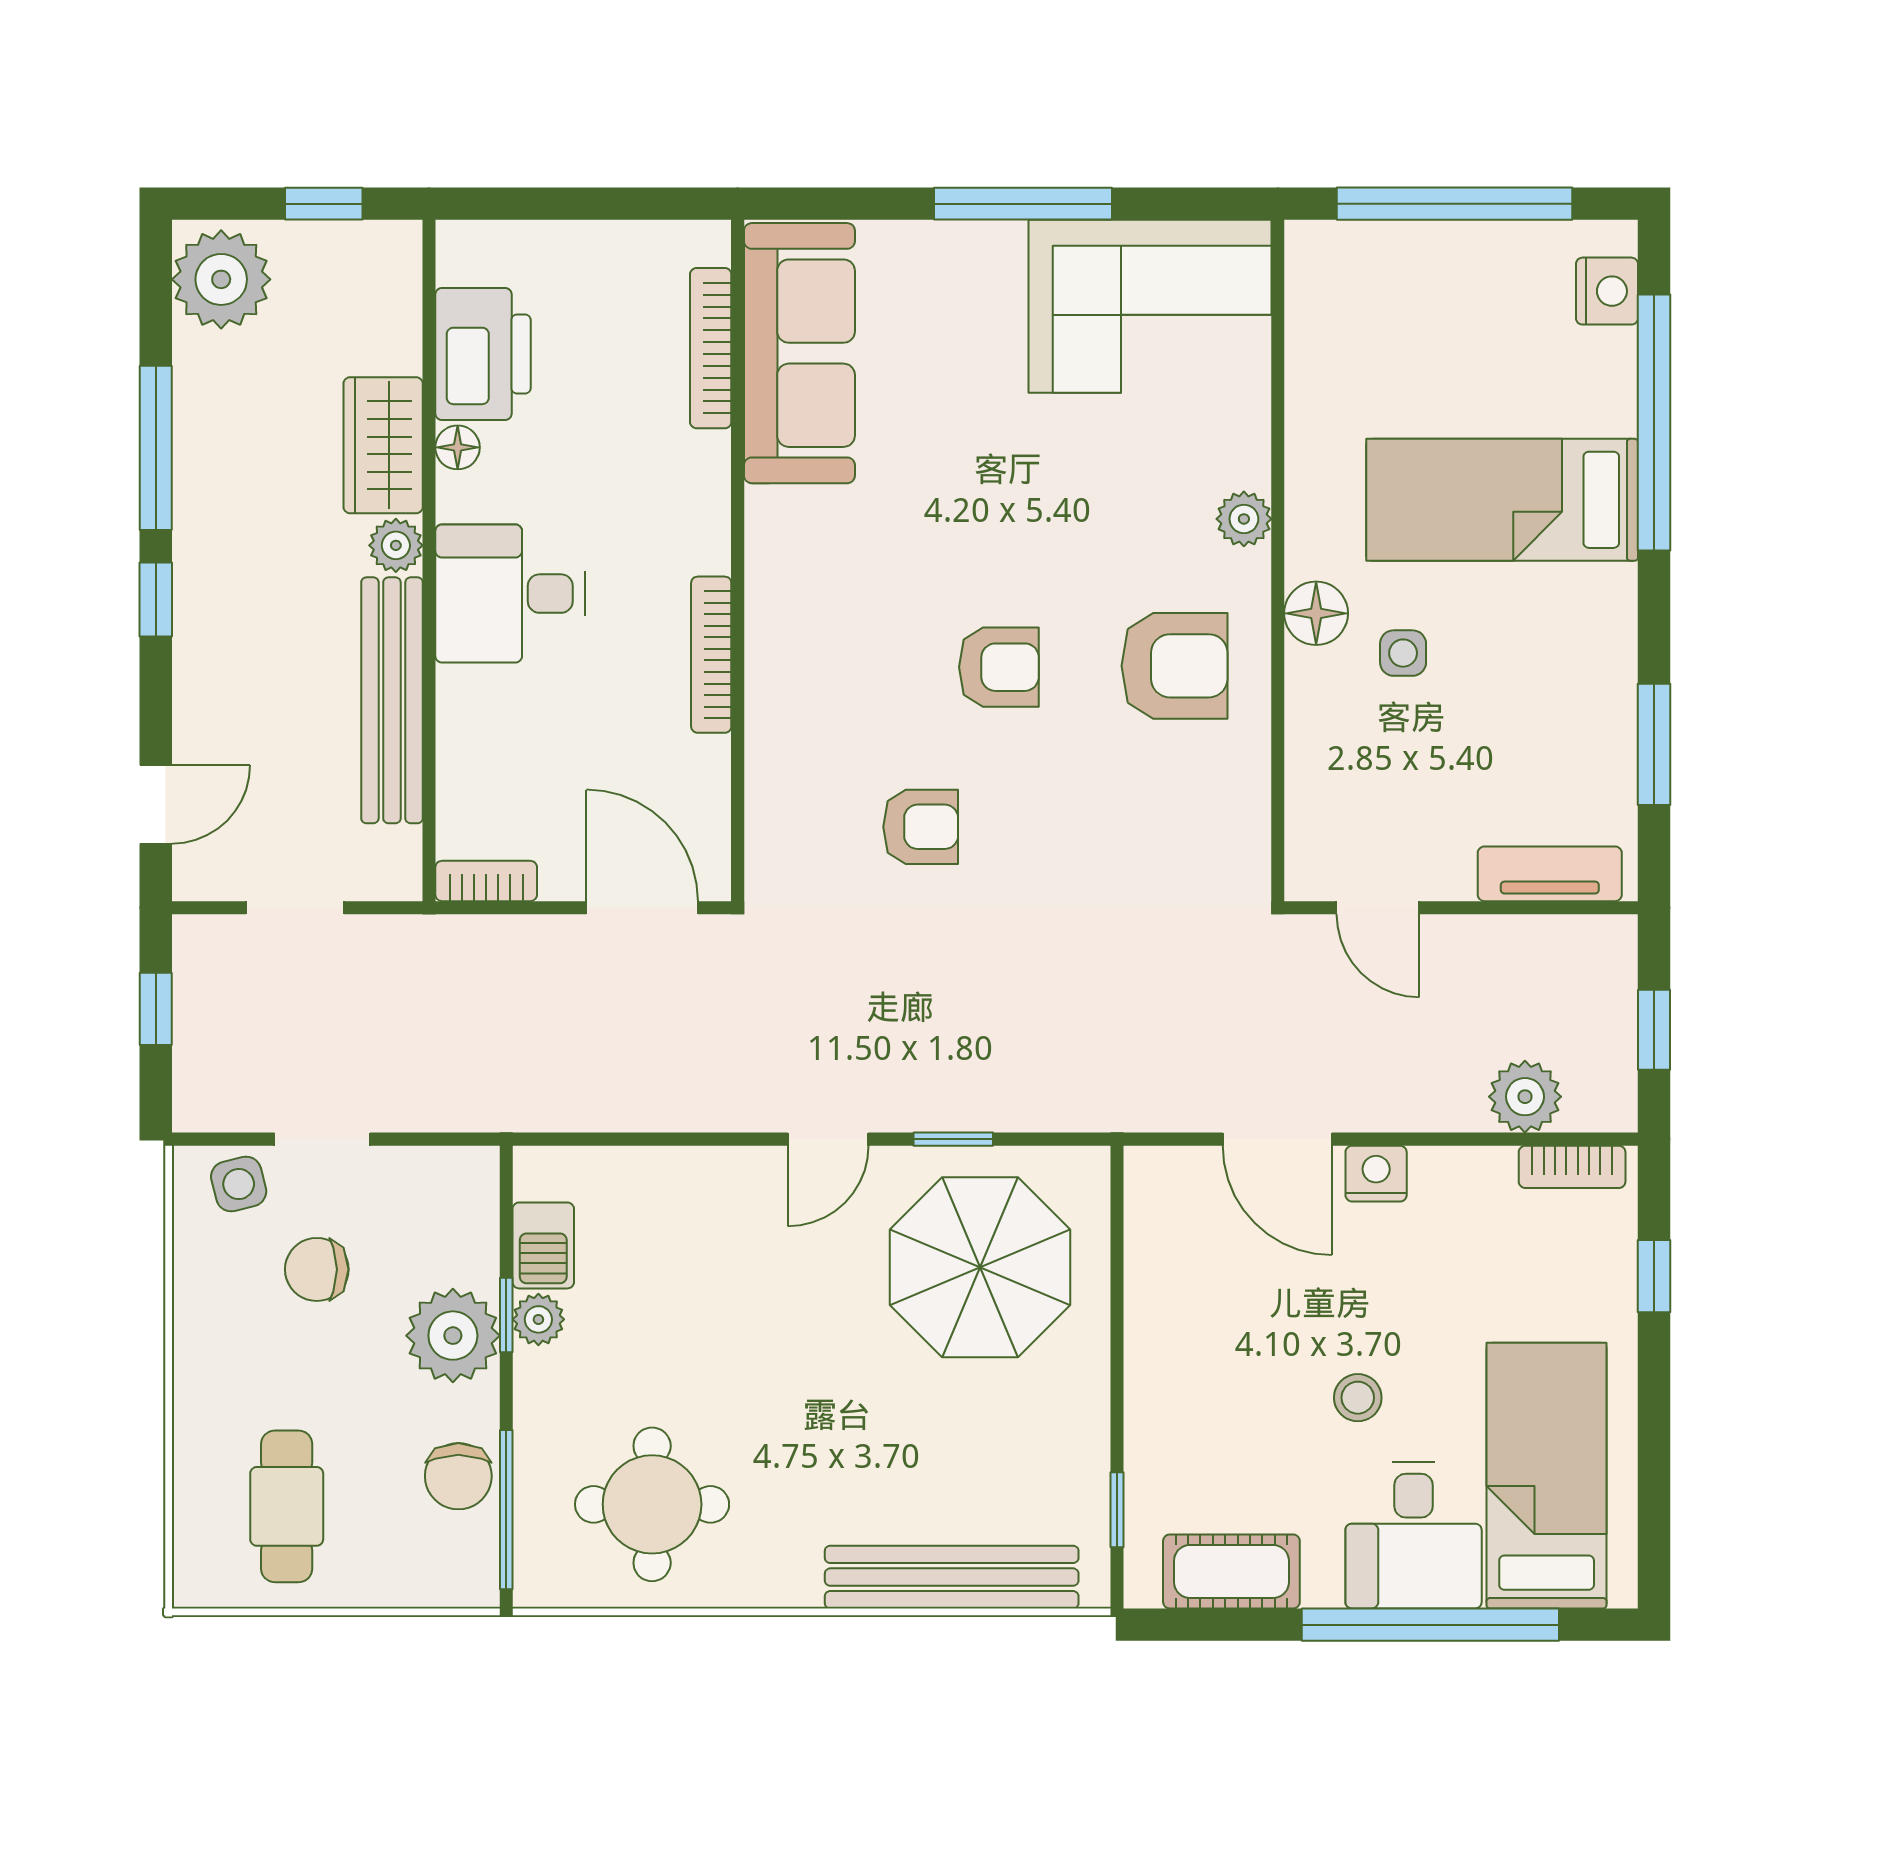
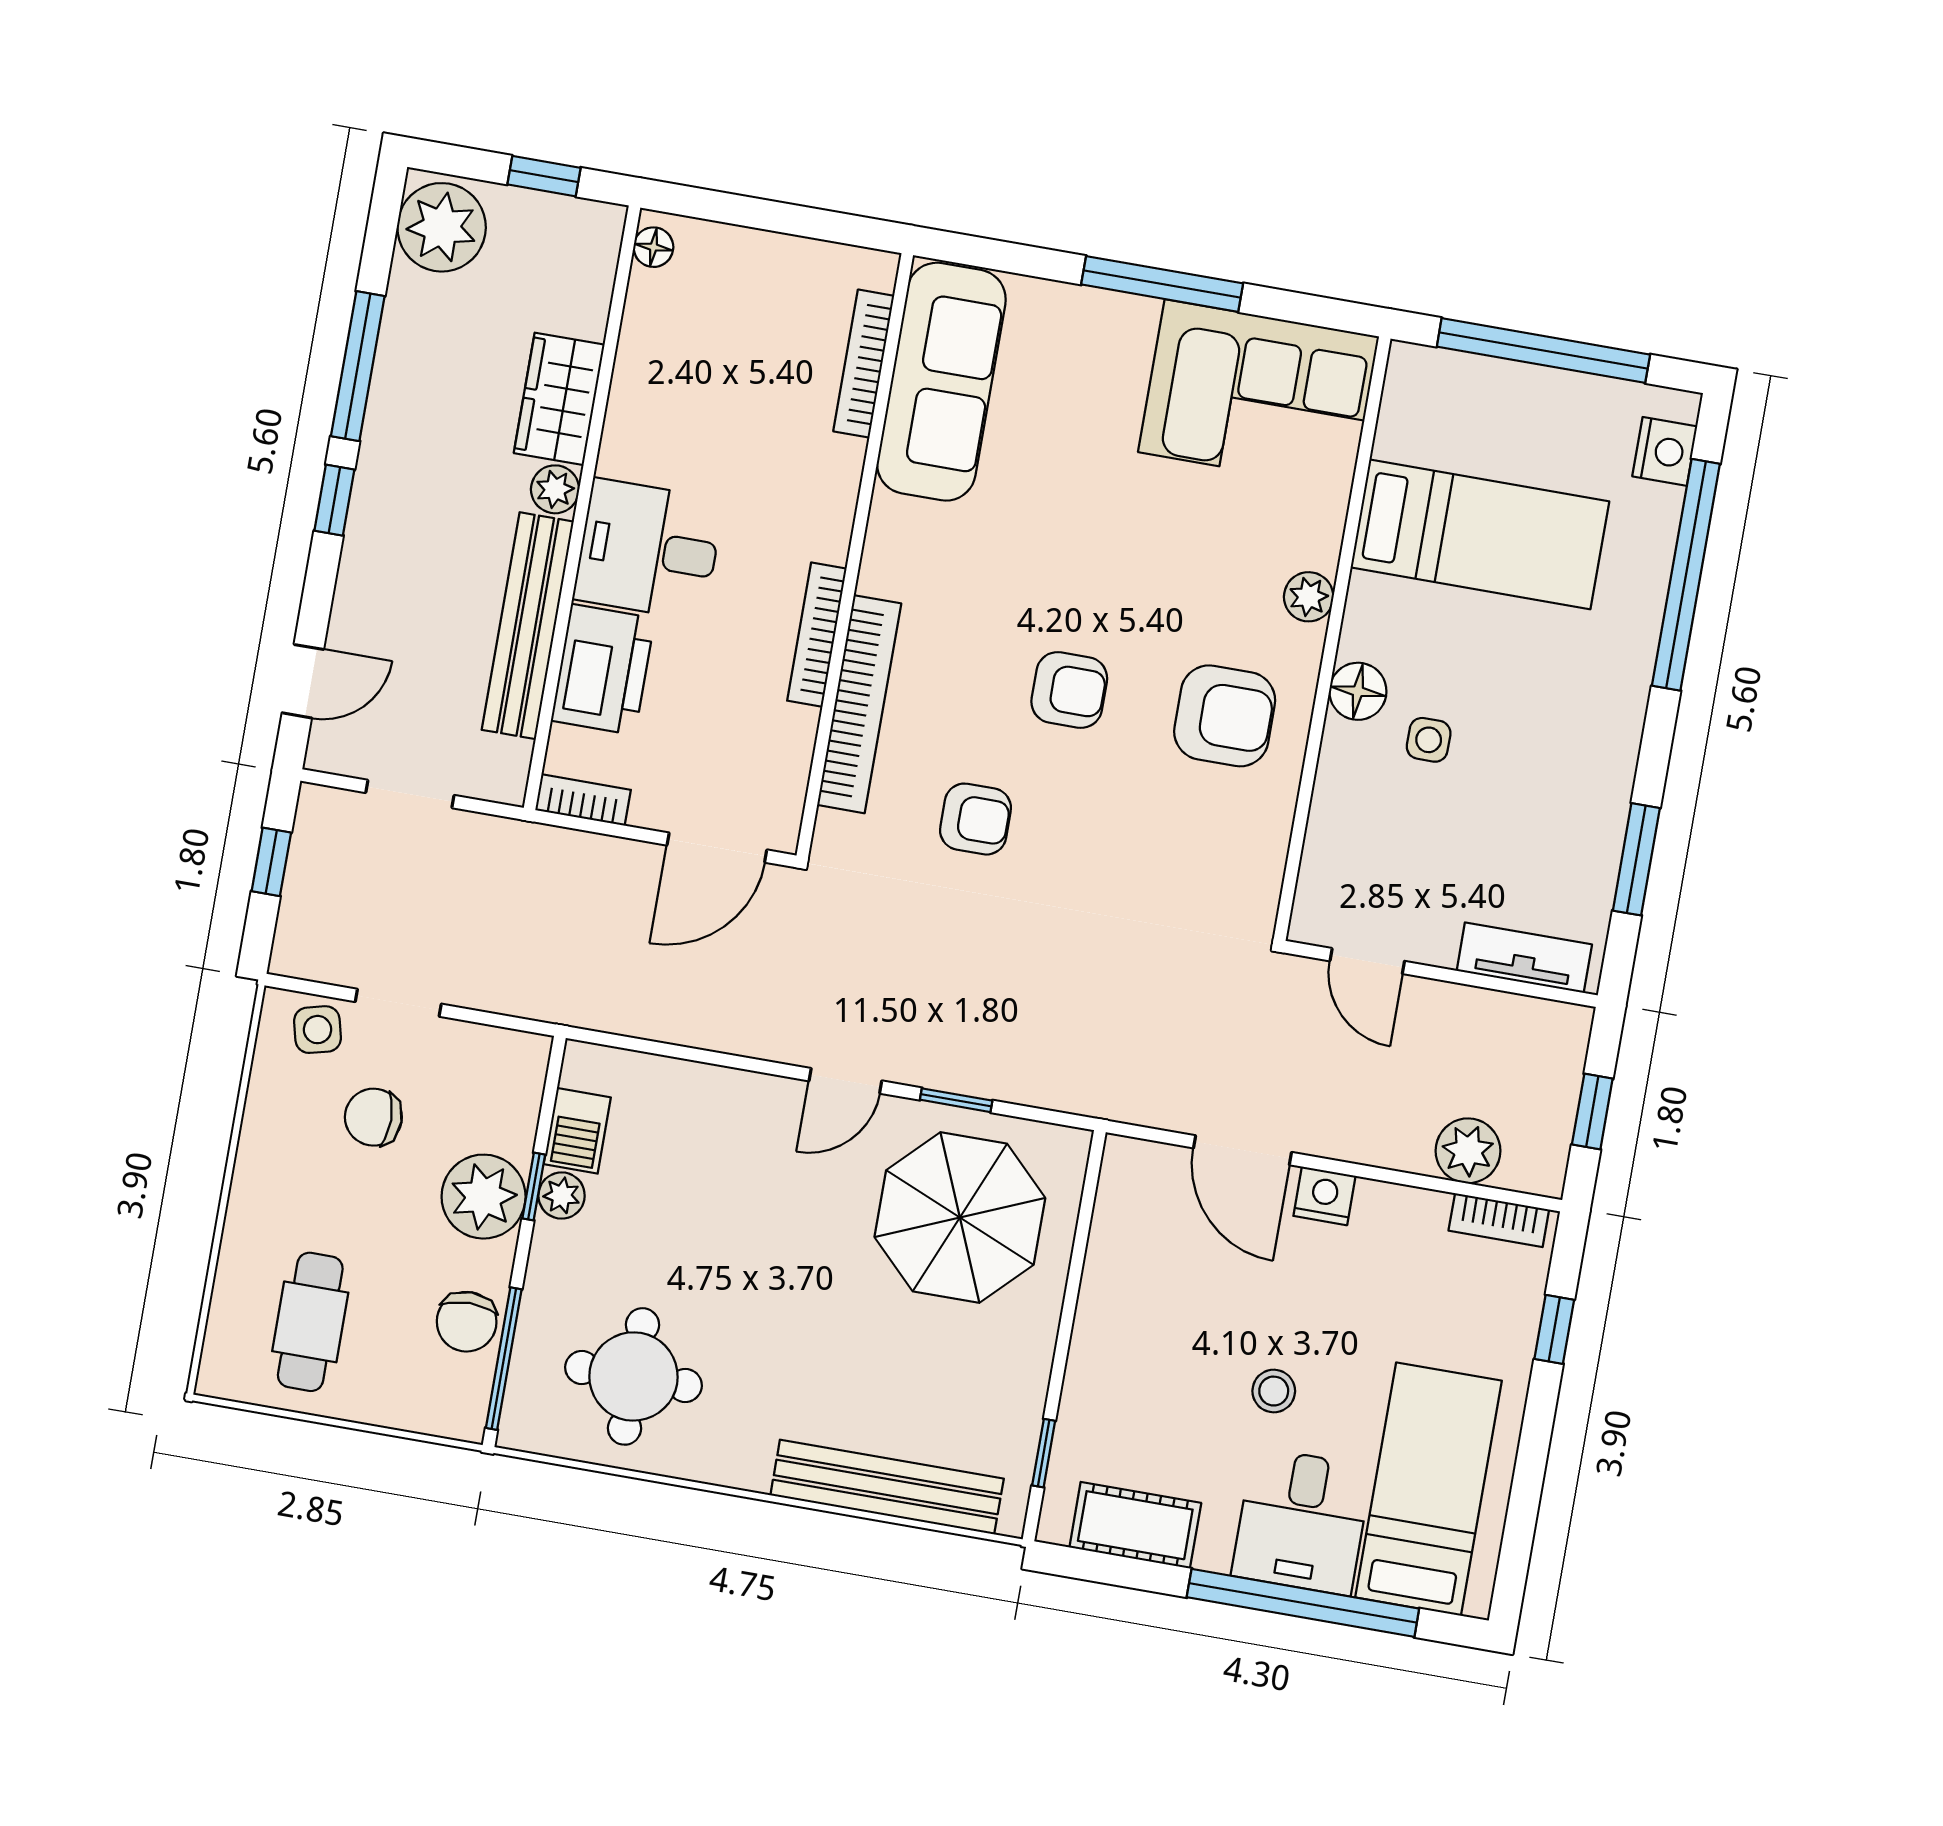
printer: (483, 354) -> (603, 669), moved
floor lamp: (458, 447) -> (653, 247), moved
bed: (1502, 500) -> (1480, 534), moved, turned 180
bookcase: (771, 723) -> (859, 704), added
door: (642, 908) -> (717, 848), swing flipped

